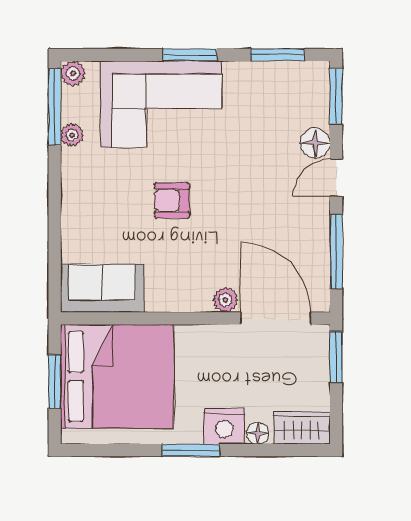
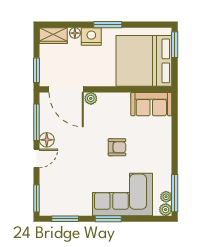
plant: (72, 135) -> (166, 197), moved
floor lamp: (315, 143) -> (47, 140), moved
window: (55, 382) -> (175, 45), moved

